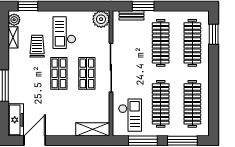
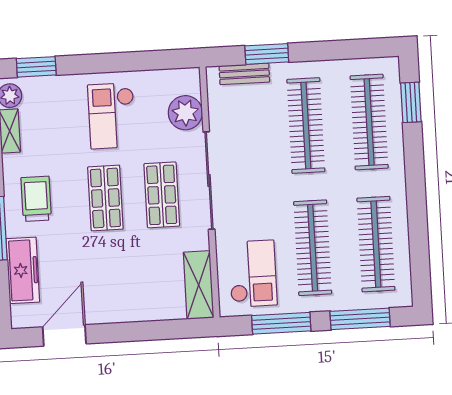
plant: (101, 19) -> (185, 113), moved
trolley: (37, 46) -> (36, 199), moved
freezer: (16, 120) -> (23, 270), moved
shelving: (93, 129) -> (199, 285), moved, turned 90

